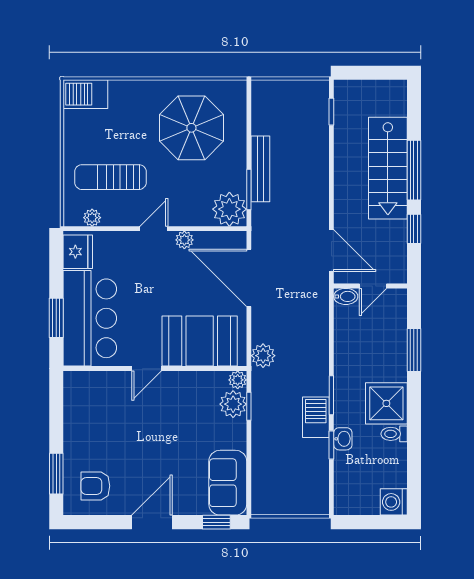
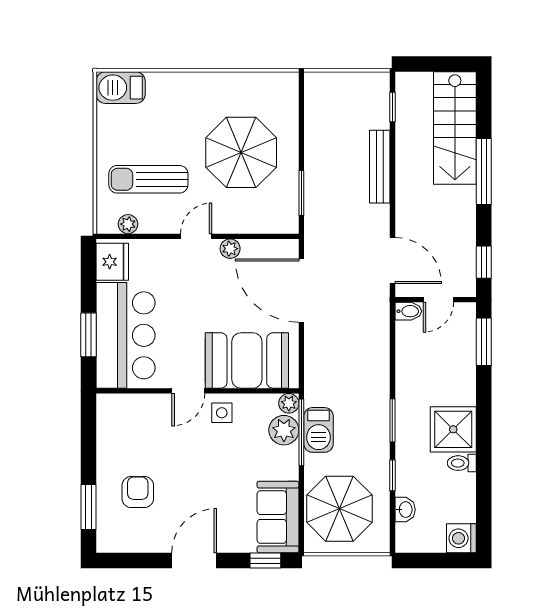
parasol: (191, 128) -> (241, 152), moved
stairs: (388, 168) -> (455, 128), moved
bench: (260, 169) -> (380, 167), moved
plant: (229, 209) -> (280, 215), removed
window: (414, 229) -> (484, 262), moved
window: (414, 350) -> (484, 342), moved
plant: (263, 356) -> (317, 377), removed
side table: (177, 388) -> (222, 413), added
window: (249, 406) -> (301, 432), width x2.17
barbecue: (316, 417) -> (318, 430), moved, turned 180
washbasin: (343, 439) -> (405, 510), moved
parasol: (283, 475) -> (339, 509), added
armchair: (95, 486) -> (138, 492), moved, turned 90

